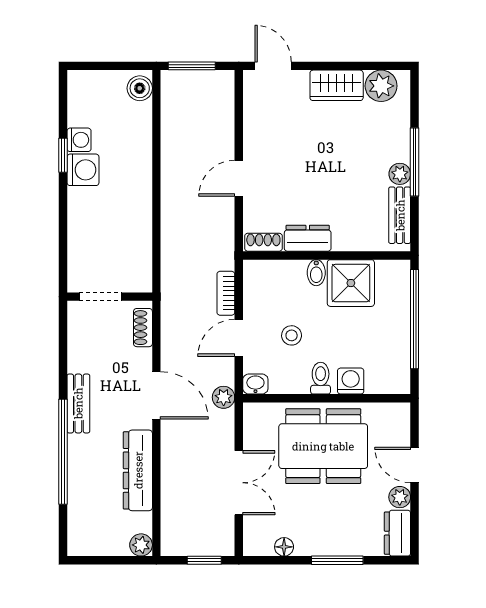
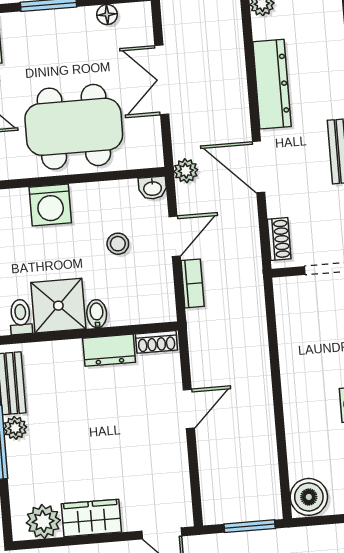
boiler: (140, 88) -> (309, 497), width x1.36, depth x1.36
toilet: (321, 378) -> (21, 317), moved, turned 180
washing machine: (351, 381) -> (50, 205), width x1.38, depth x1.38

